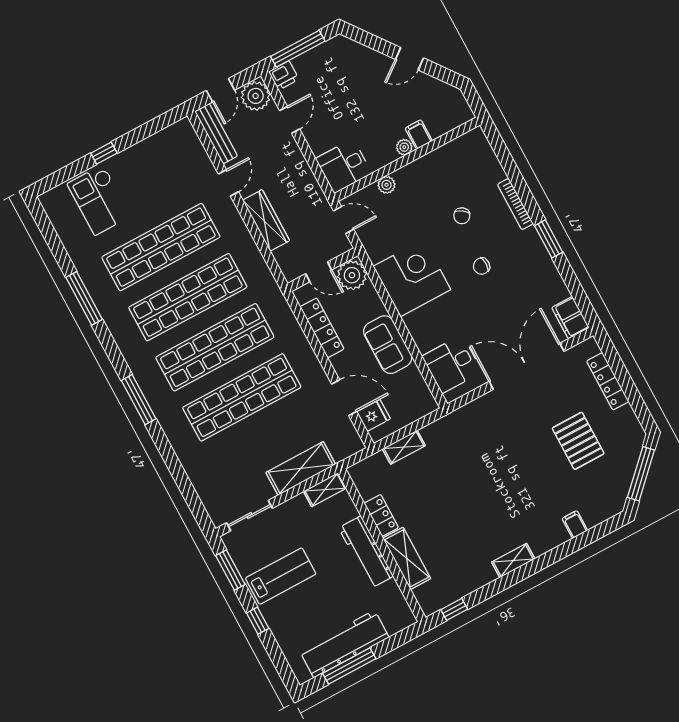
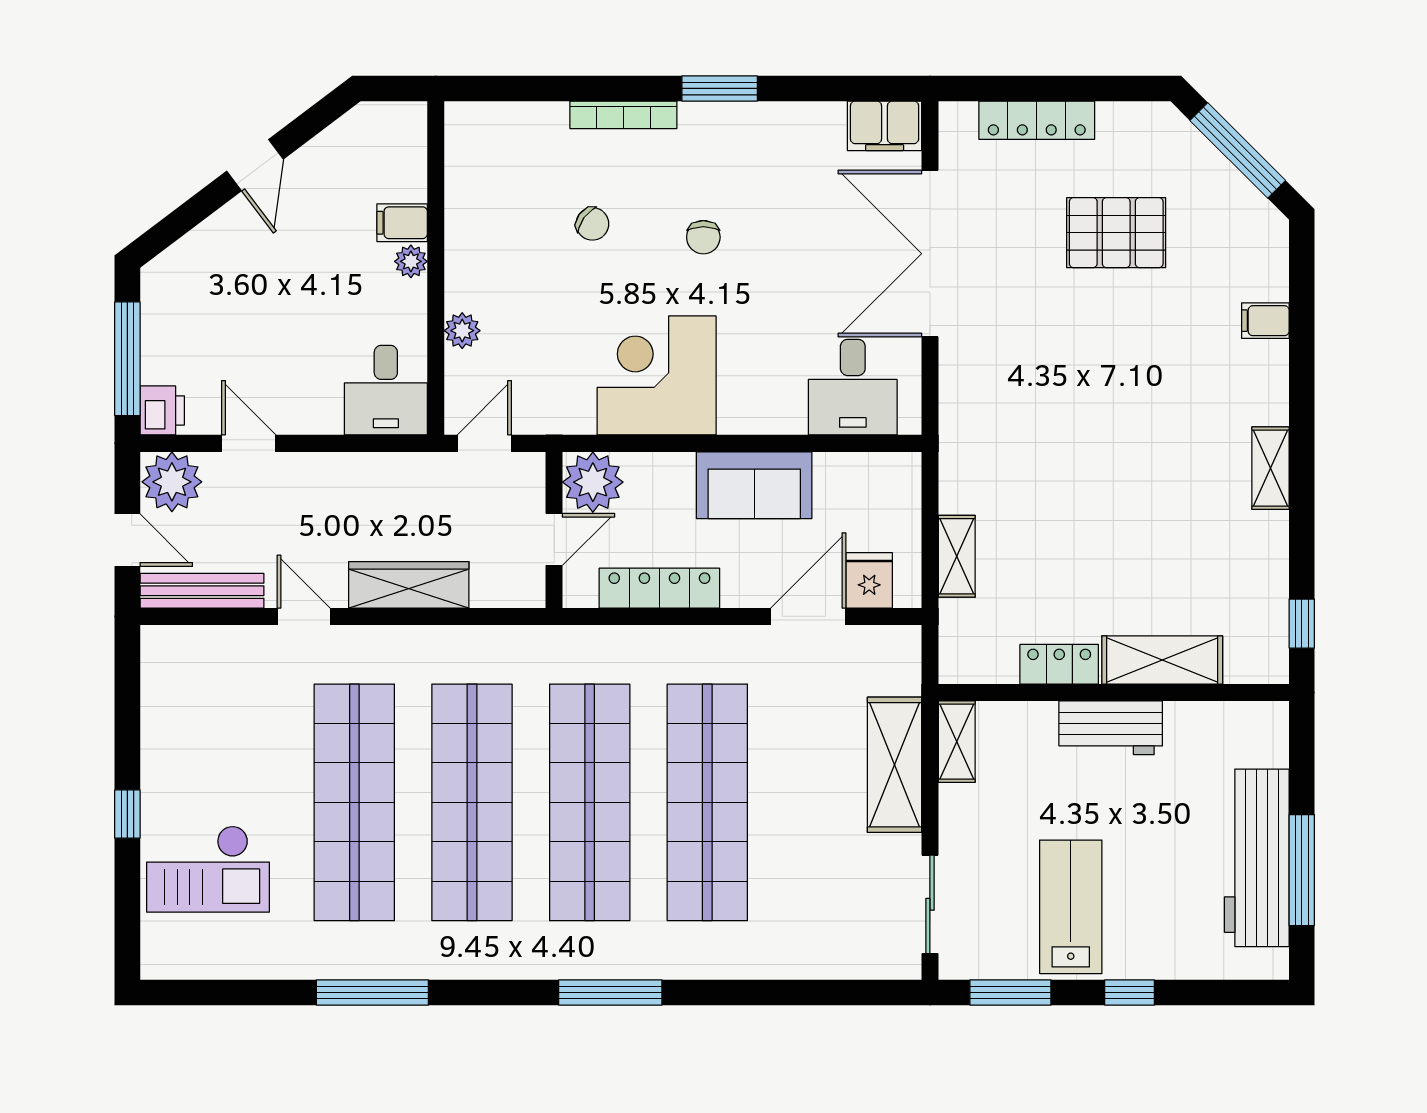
workbench: (366, 552) -> (1111, 728), width x0.73

